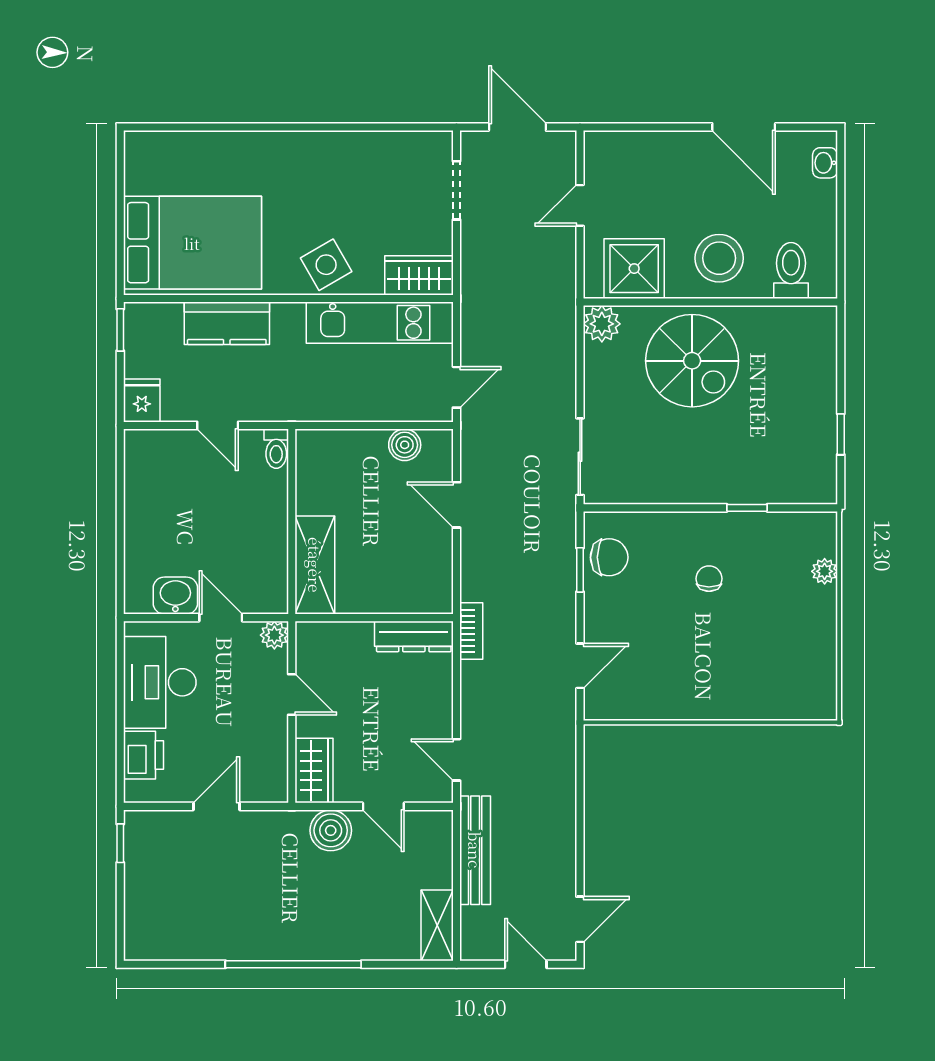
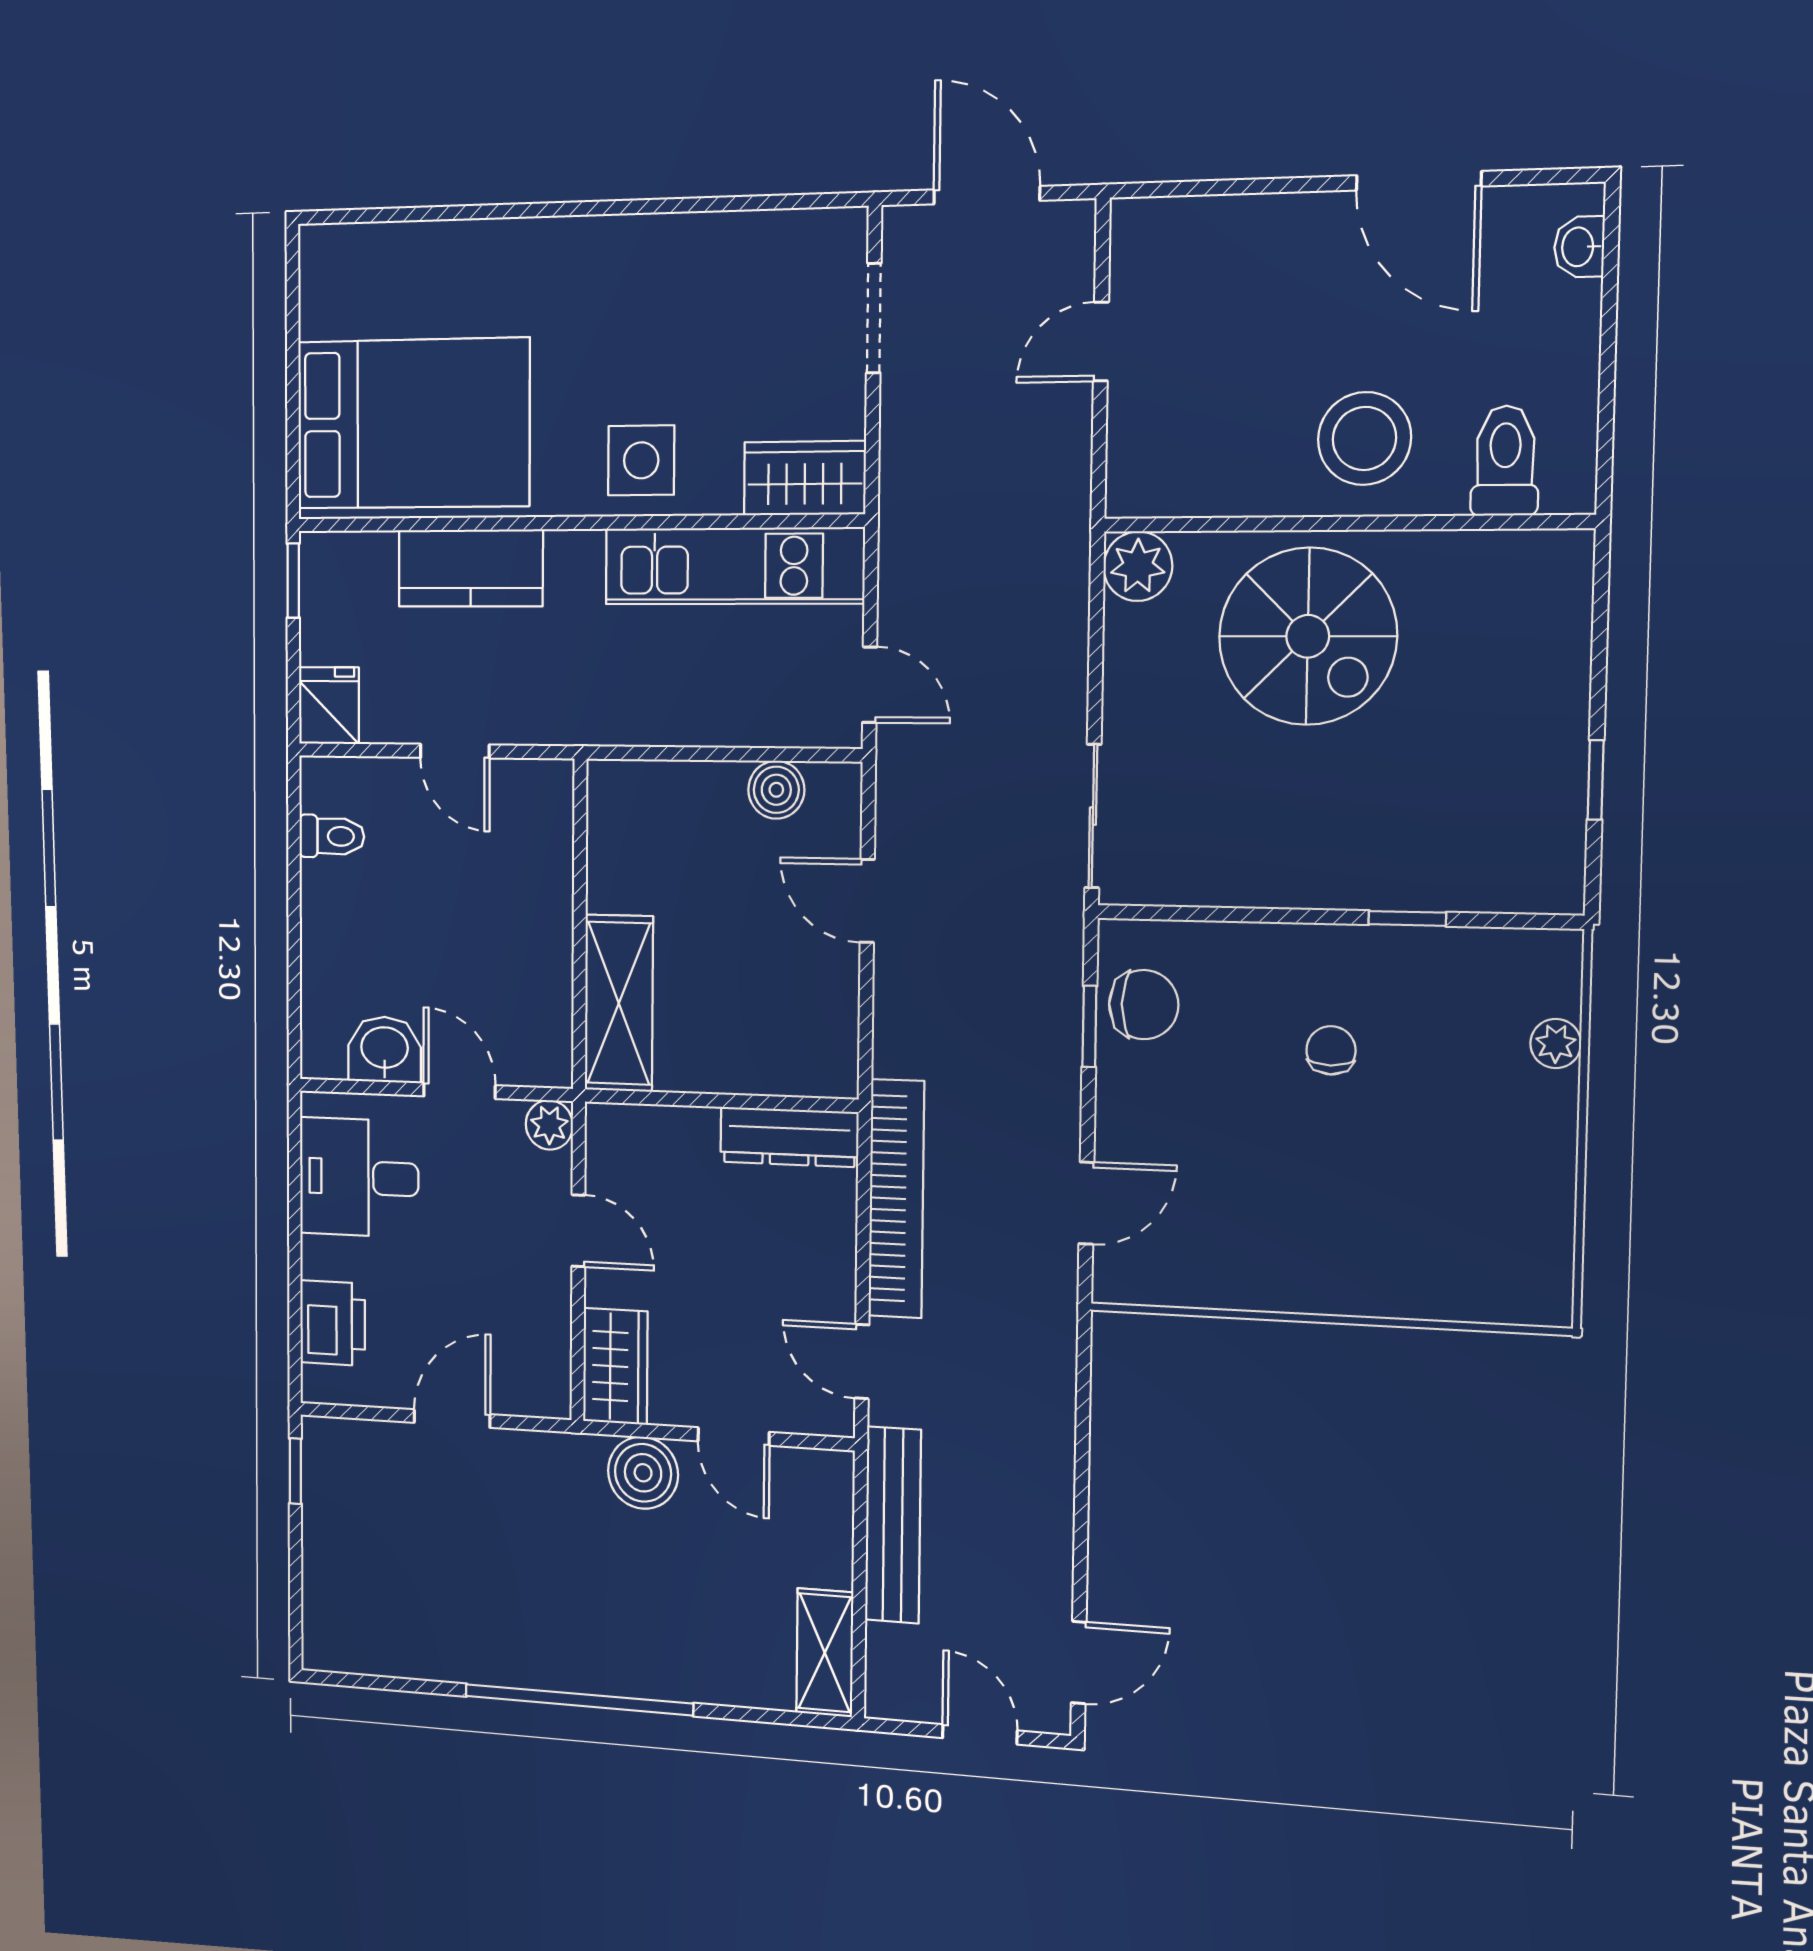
side table: (326, 265) -> (641, 460), turned 30
shower: (634, 269) -> (1201, 461), removed
door: (456, 387) -> (870, 685), hinge flipped
toilet: (276, 449) -> (332, 836), moved, turned -90
bookcase: (471, 631) -> (896, 1199), width x2.31, depth x1.31
desk: (160, 682) -> (359, 1177), width x0.73

